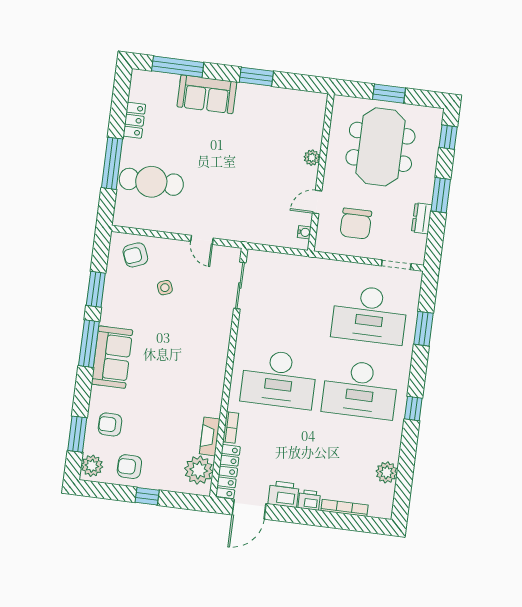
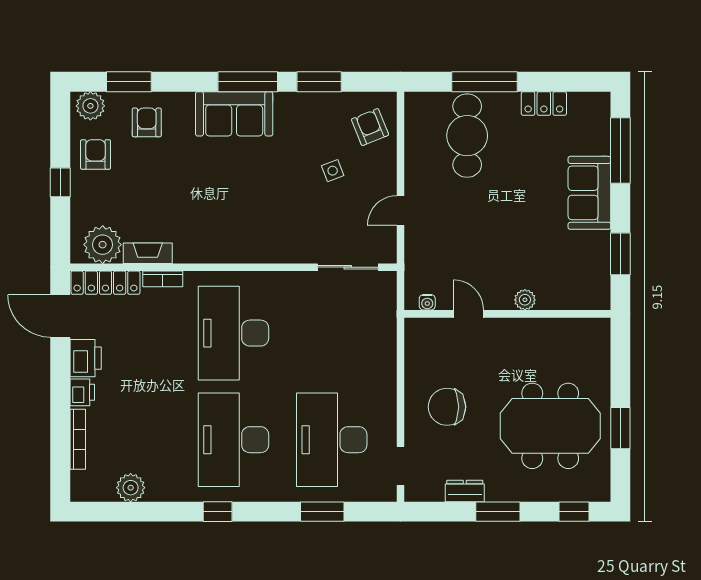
plant: (312, 158) -> (525, 300), moved
wall: (321, 172) -> (507, 314), moved
door: (317, 202) -> (468, 314), moved
water cooler: (304, 232) -> (427, 302), moved

